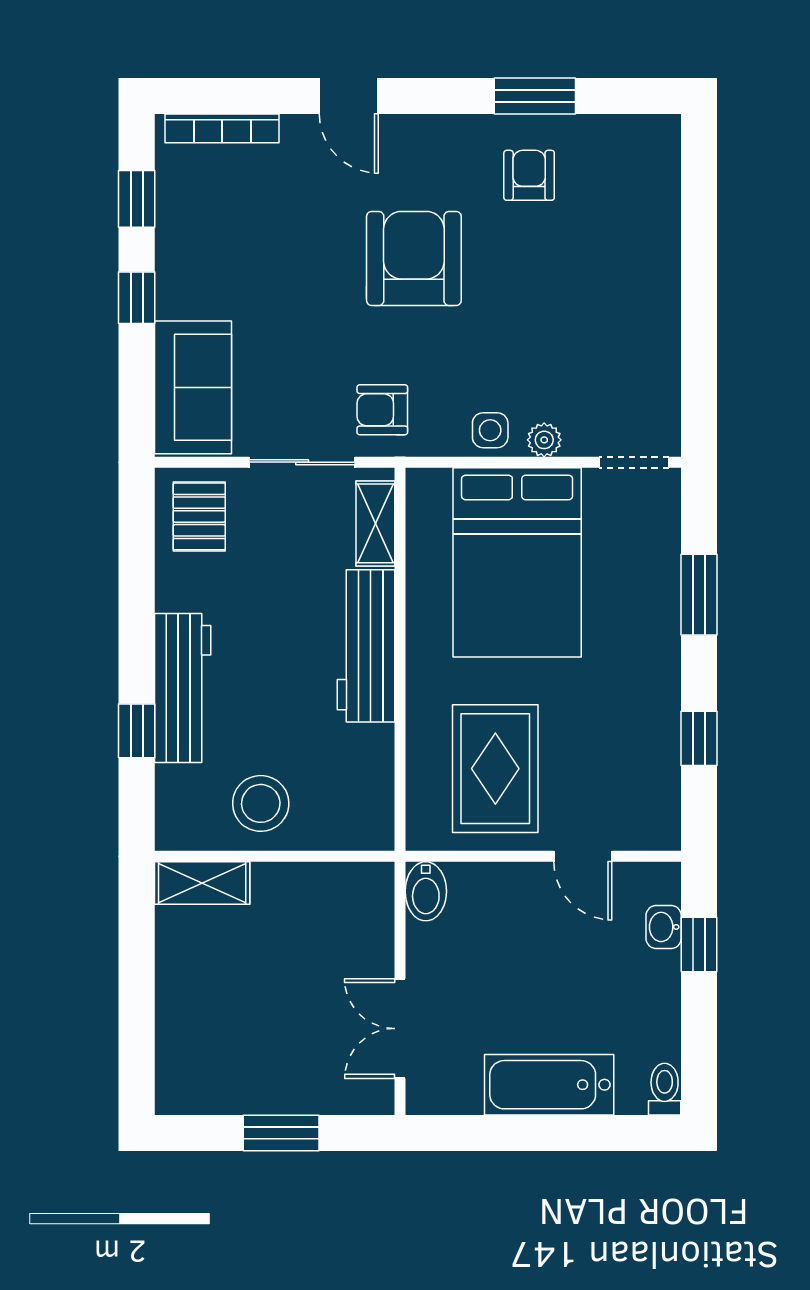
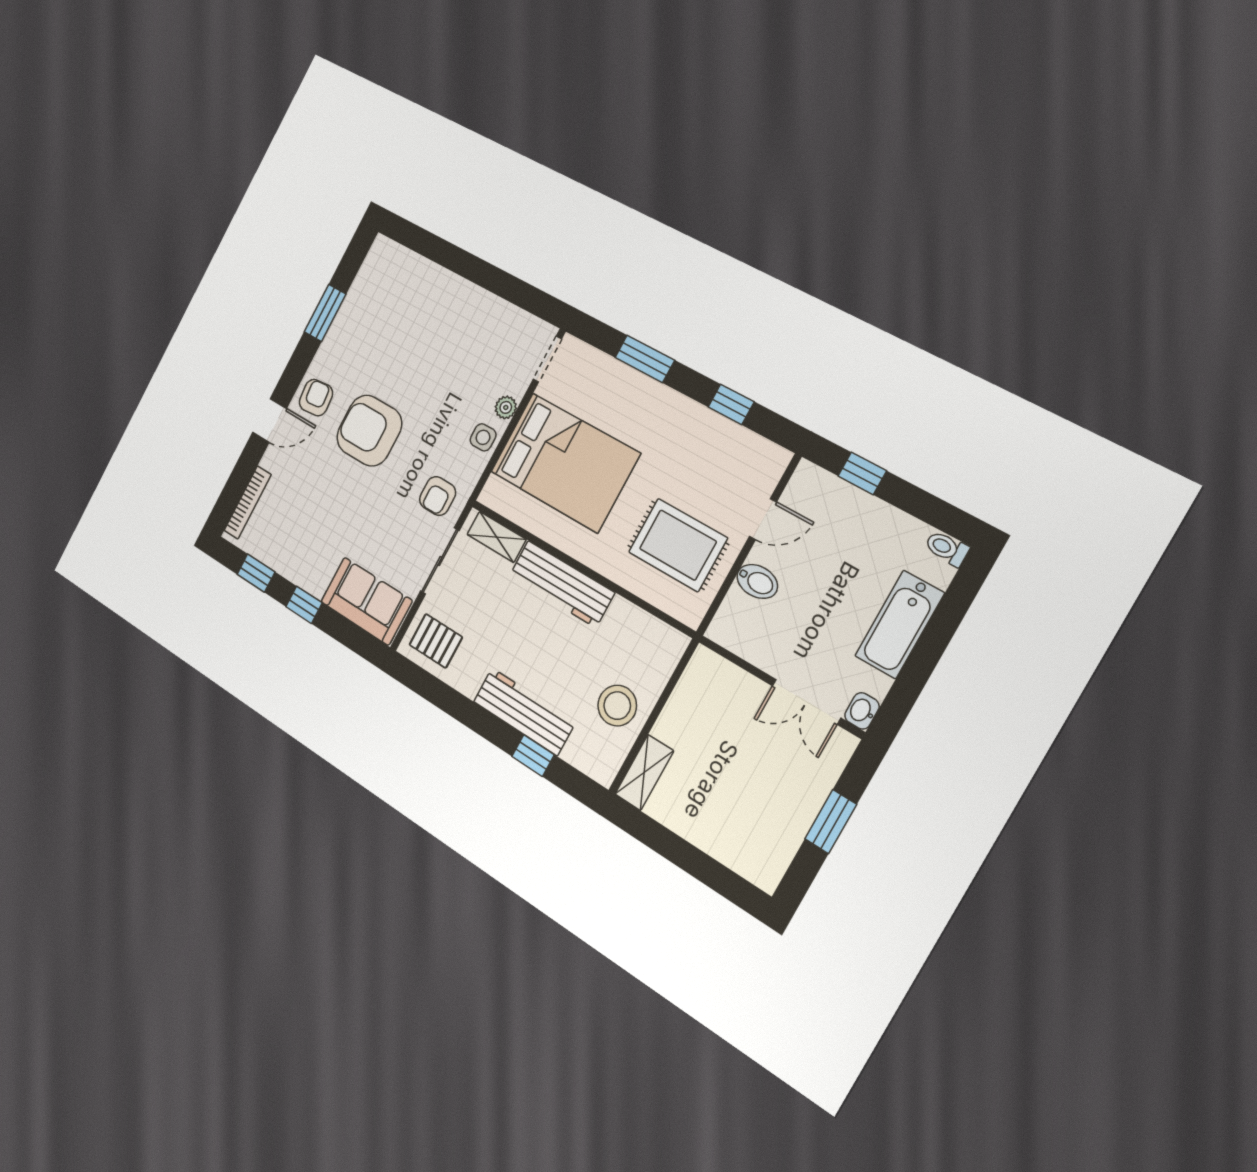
armchair: (529, 175) -> (316, 398), moved, turned 85
bidet: (426, 891) -> (757, 581), moved
washbasin: (664, 927) -> (862, 711), moved, turned 90

